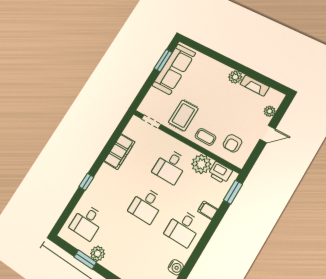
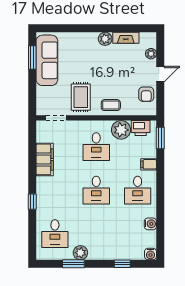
armchair: (232, 143) -> (146, 94), moved

